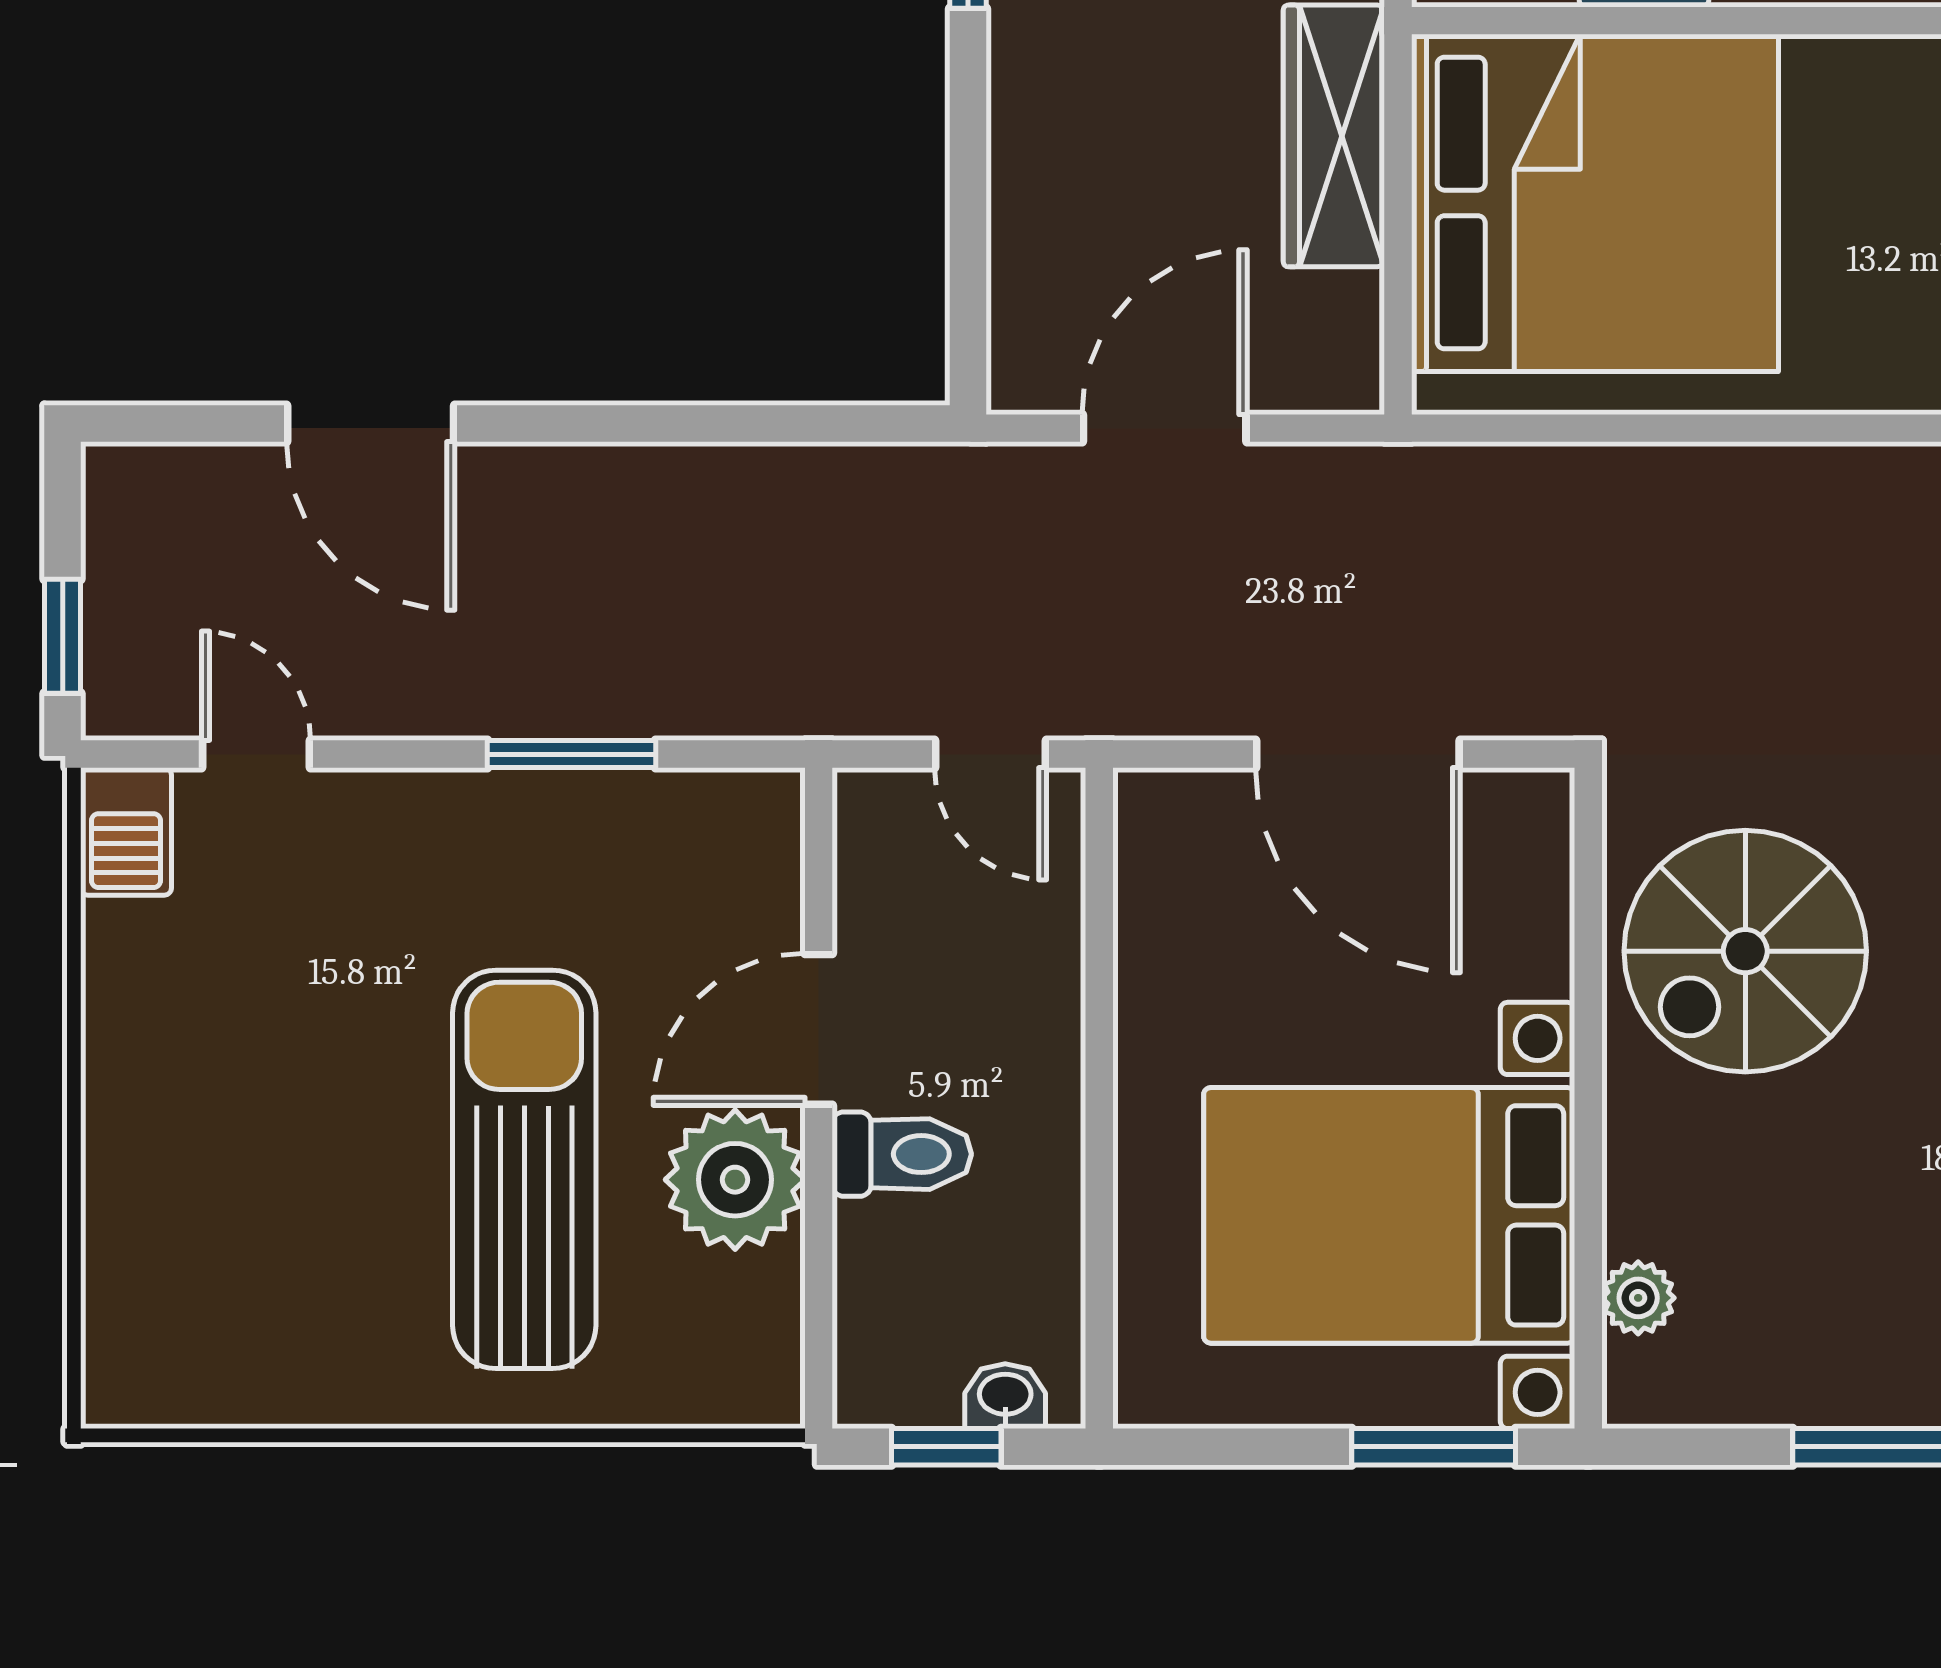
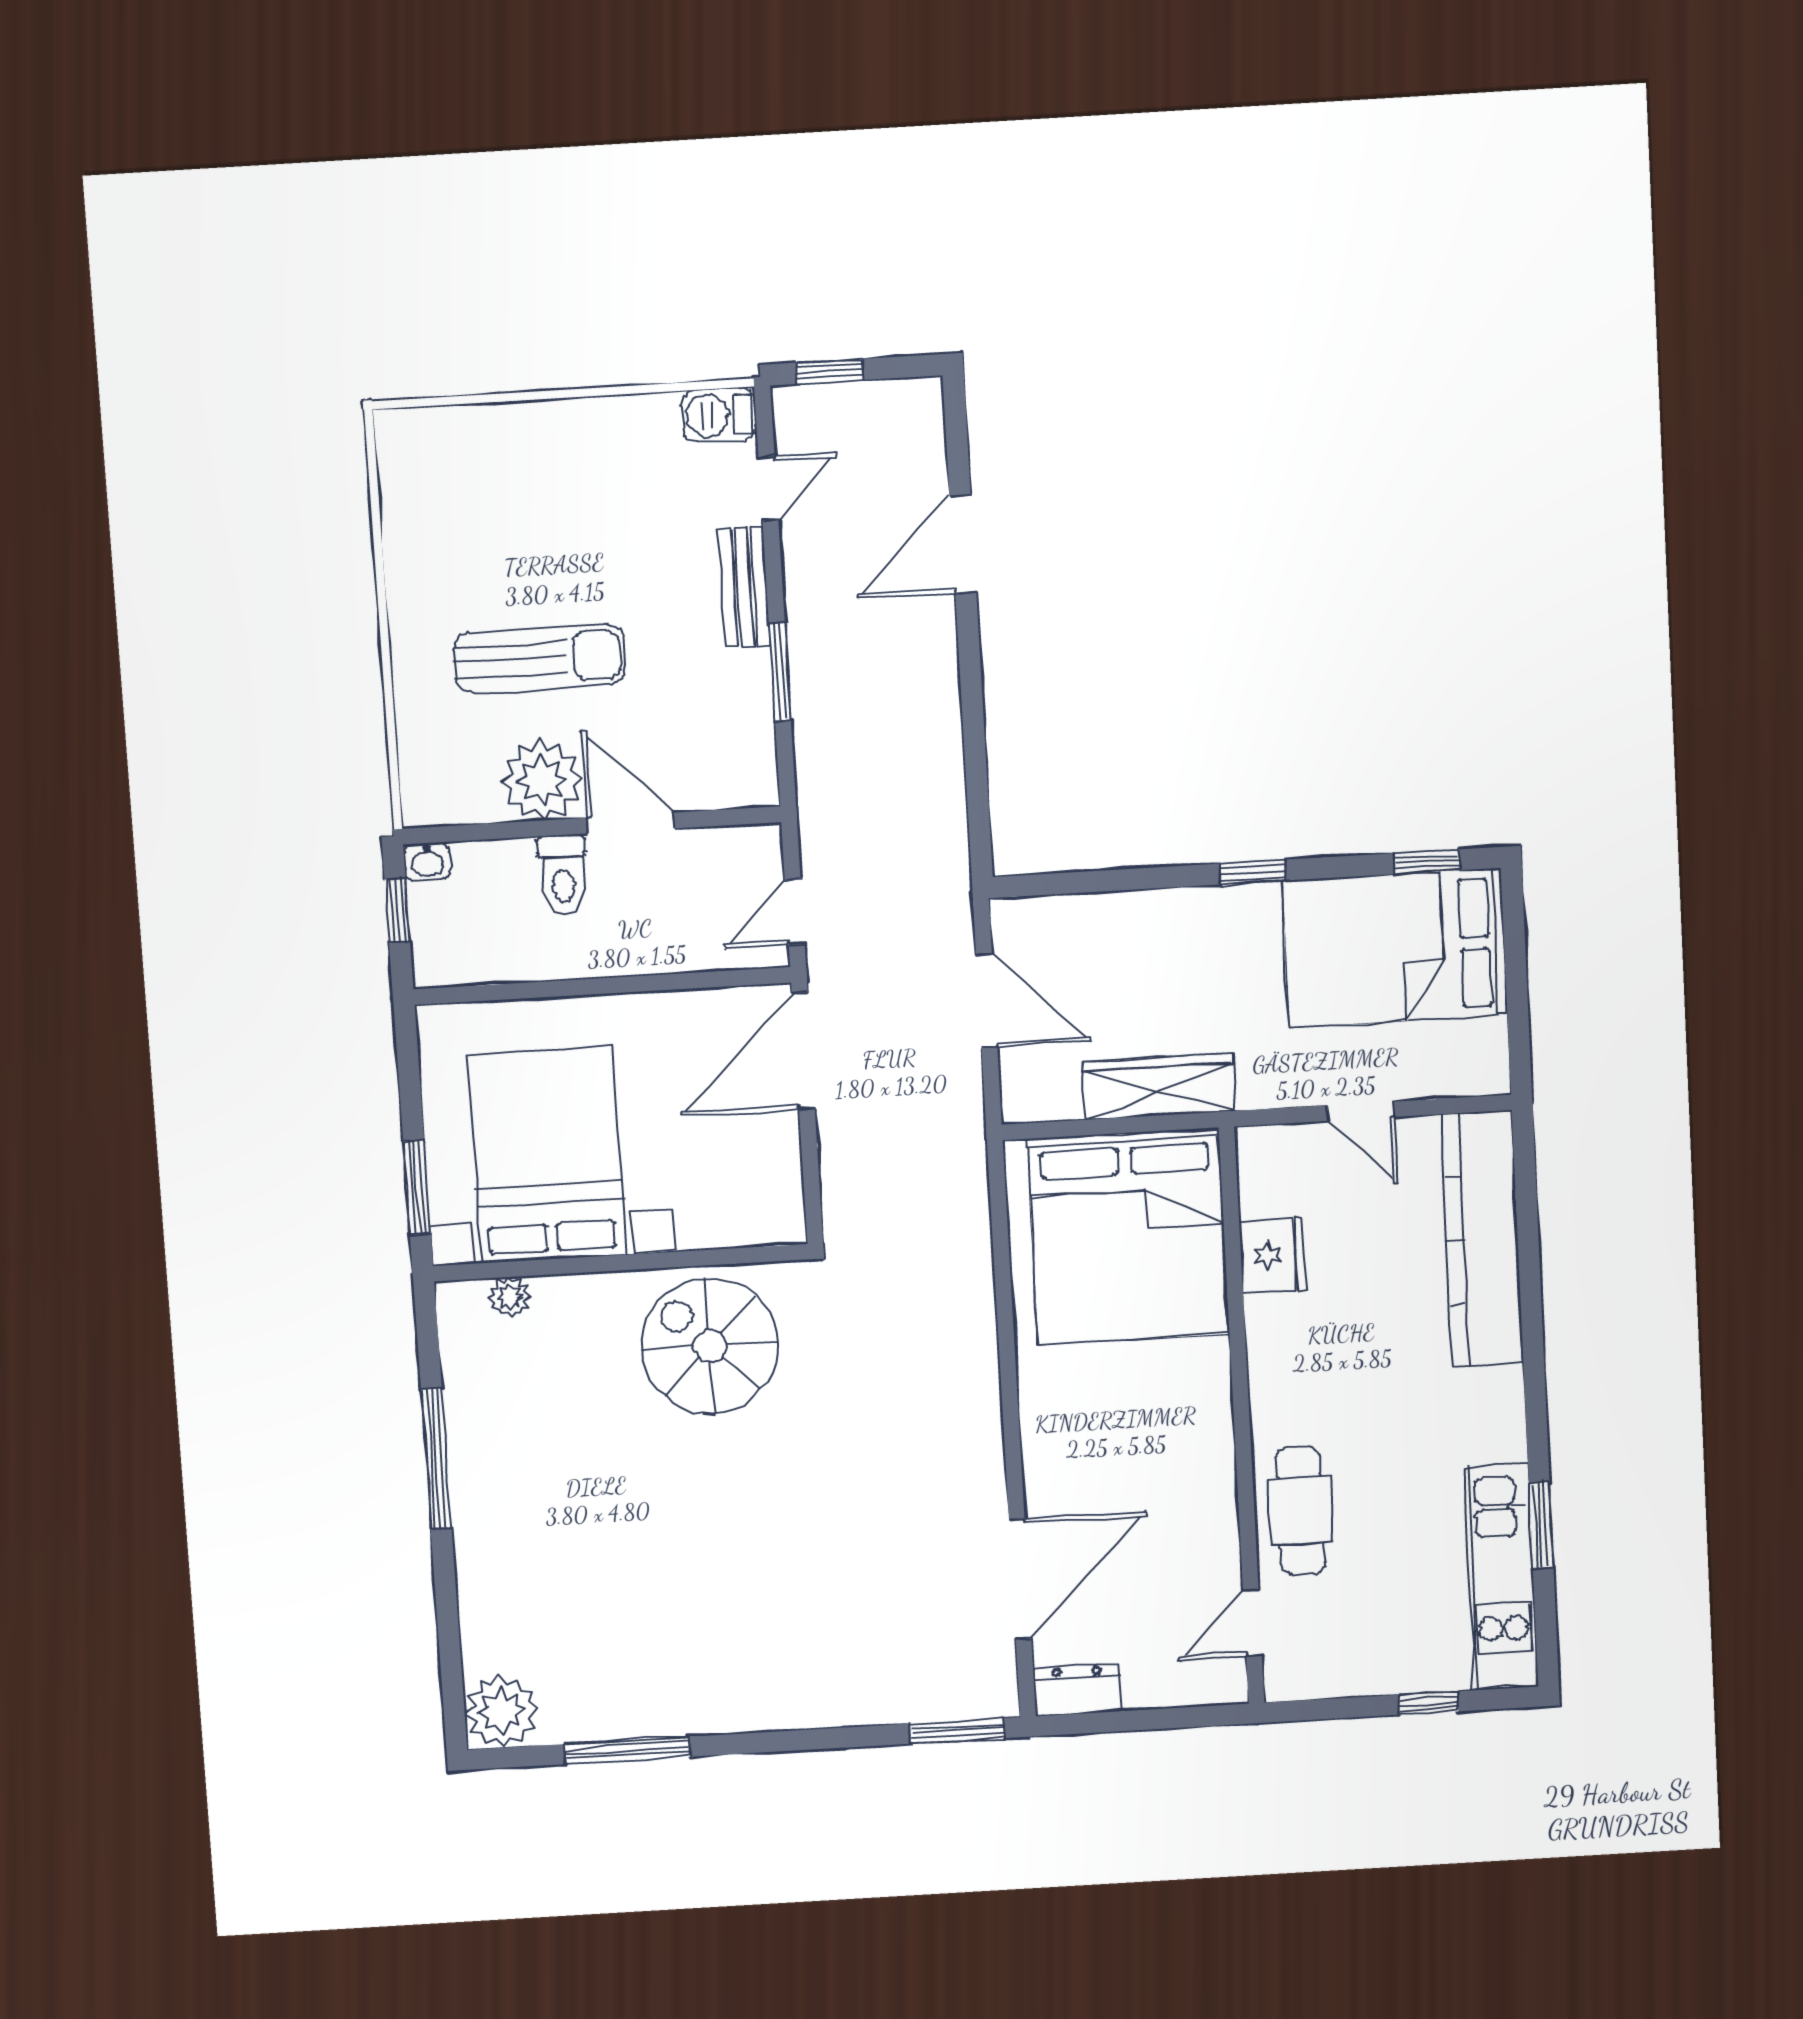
door: (1358, 754) -> (803, 1051), moved
bench: (422, 807) -> (744, 587), added
sun lounger: (524, 1169) -> (539, 658), width x0.73, depth x0.75
washbasin: (1005, 1396) -> (427, 862), moved, turned 90

